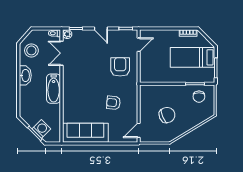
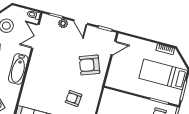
plant: (67, 34) -> (63, 23), moved
armchair: (120, 67) -> (90, 65), turned -110

